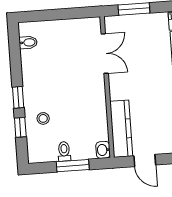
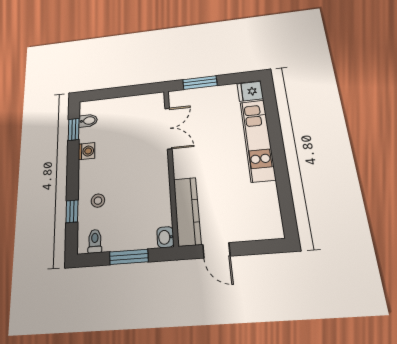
washing machine: (29, 73) -> (87, 151), added
window: (18, 97) -> (74, 129), moved
toilet: (64, 151) -> (95, 241), moved

